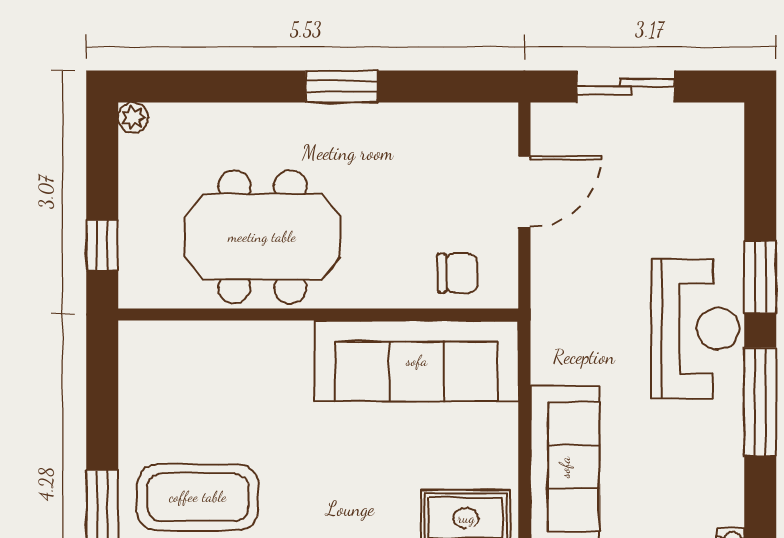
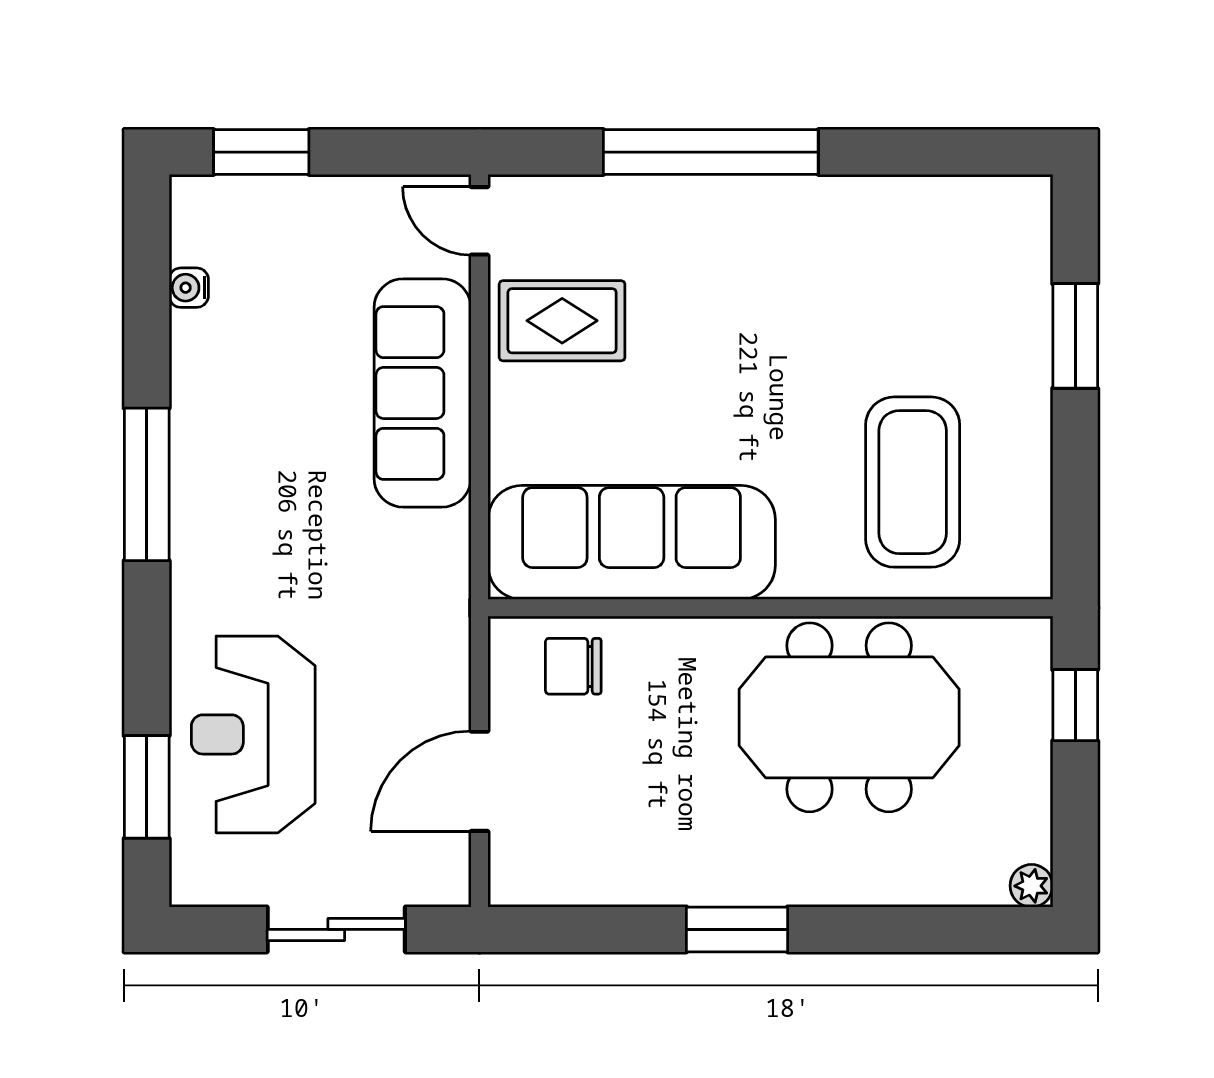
window: (760, 277) -> (147, 787), moved
reception desk: (695, 329) -> (253, 734), moved
coffee table: (198, 497) -> (913, 482), moved, turned 90

